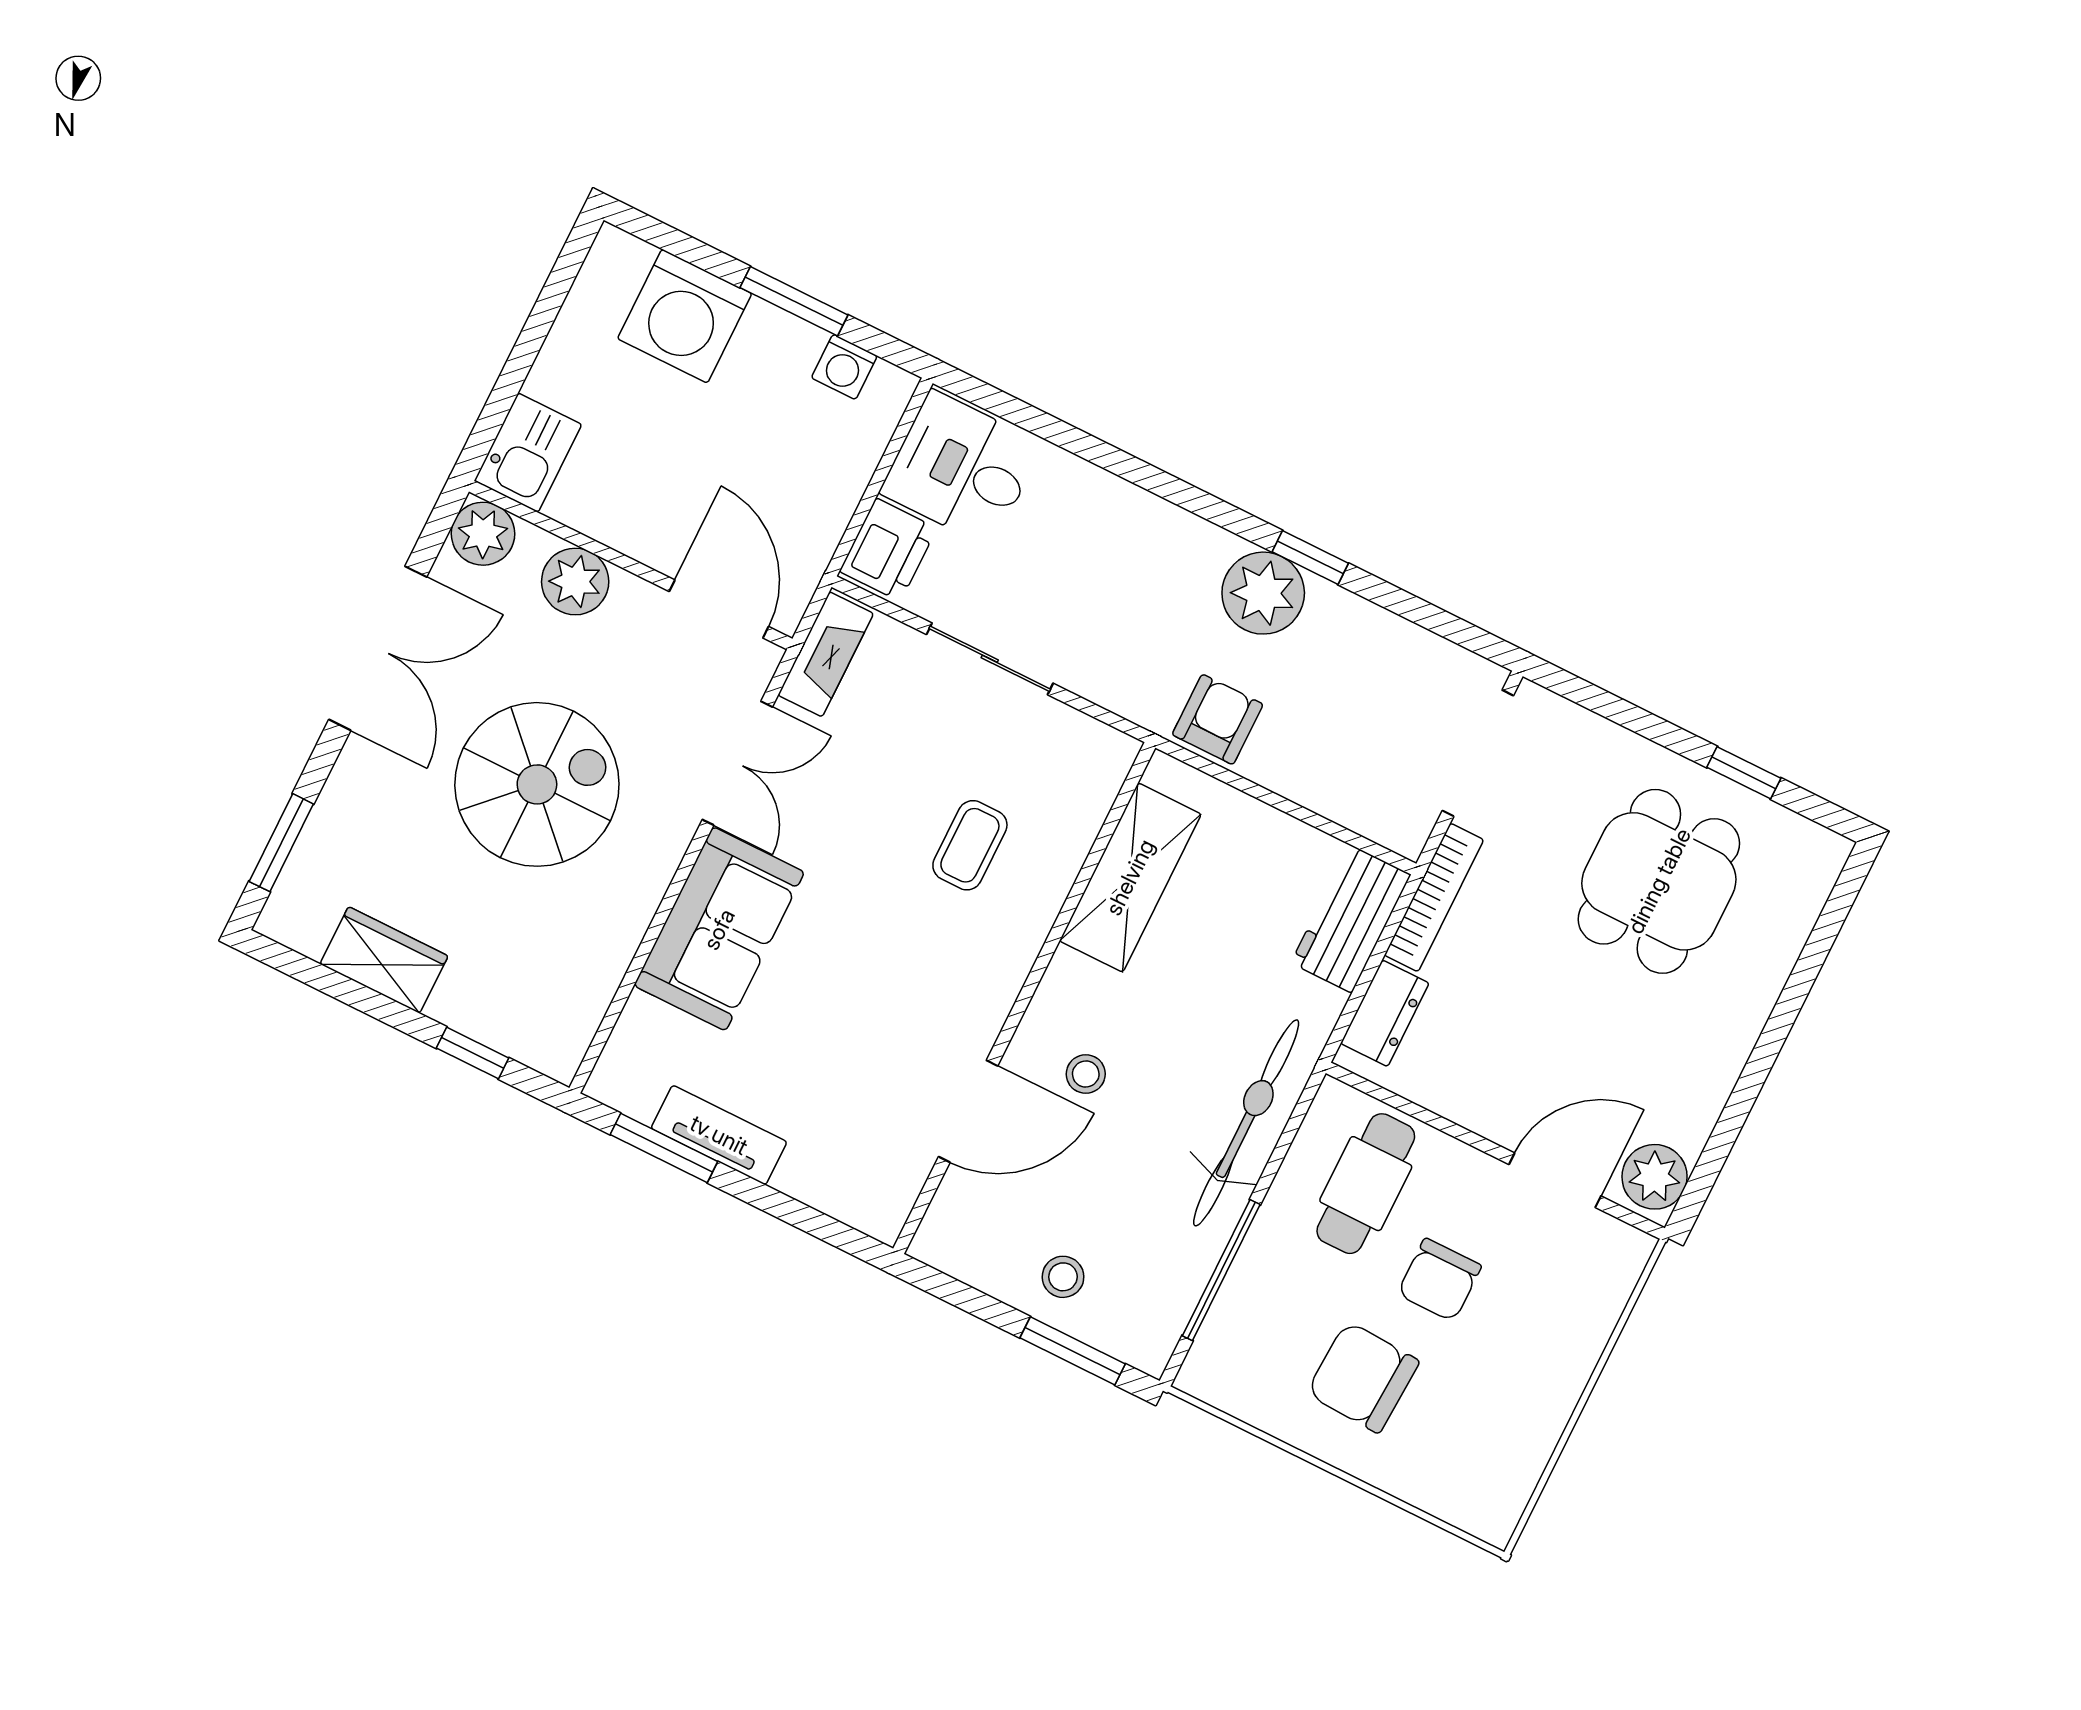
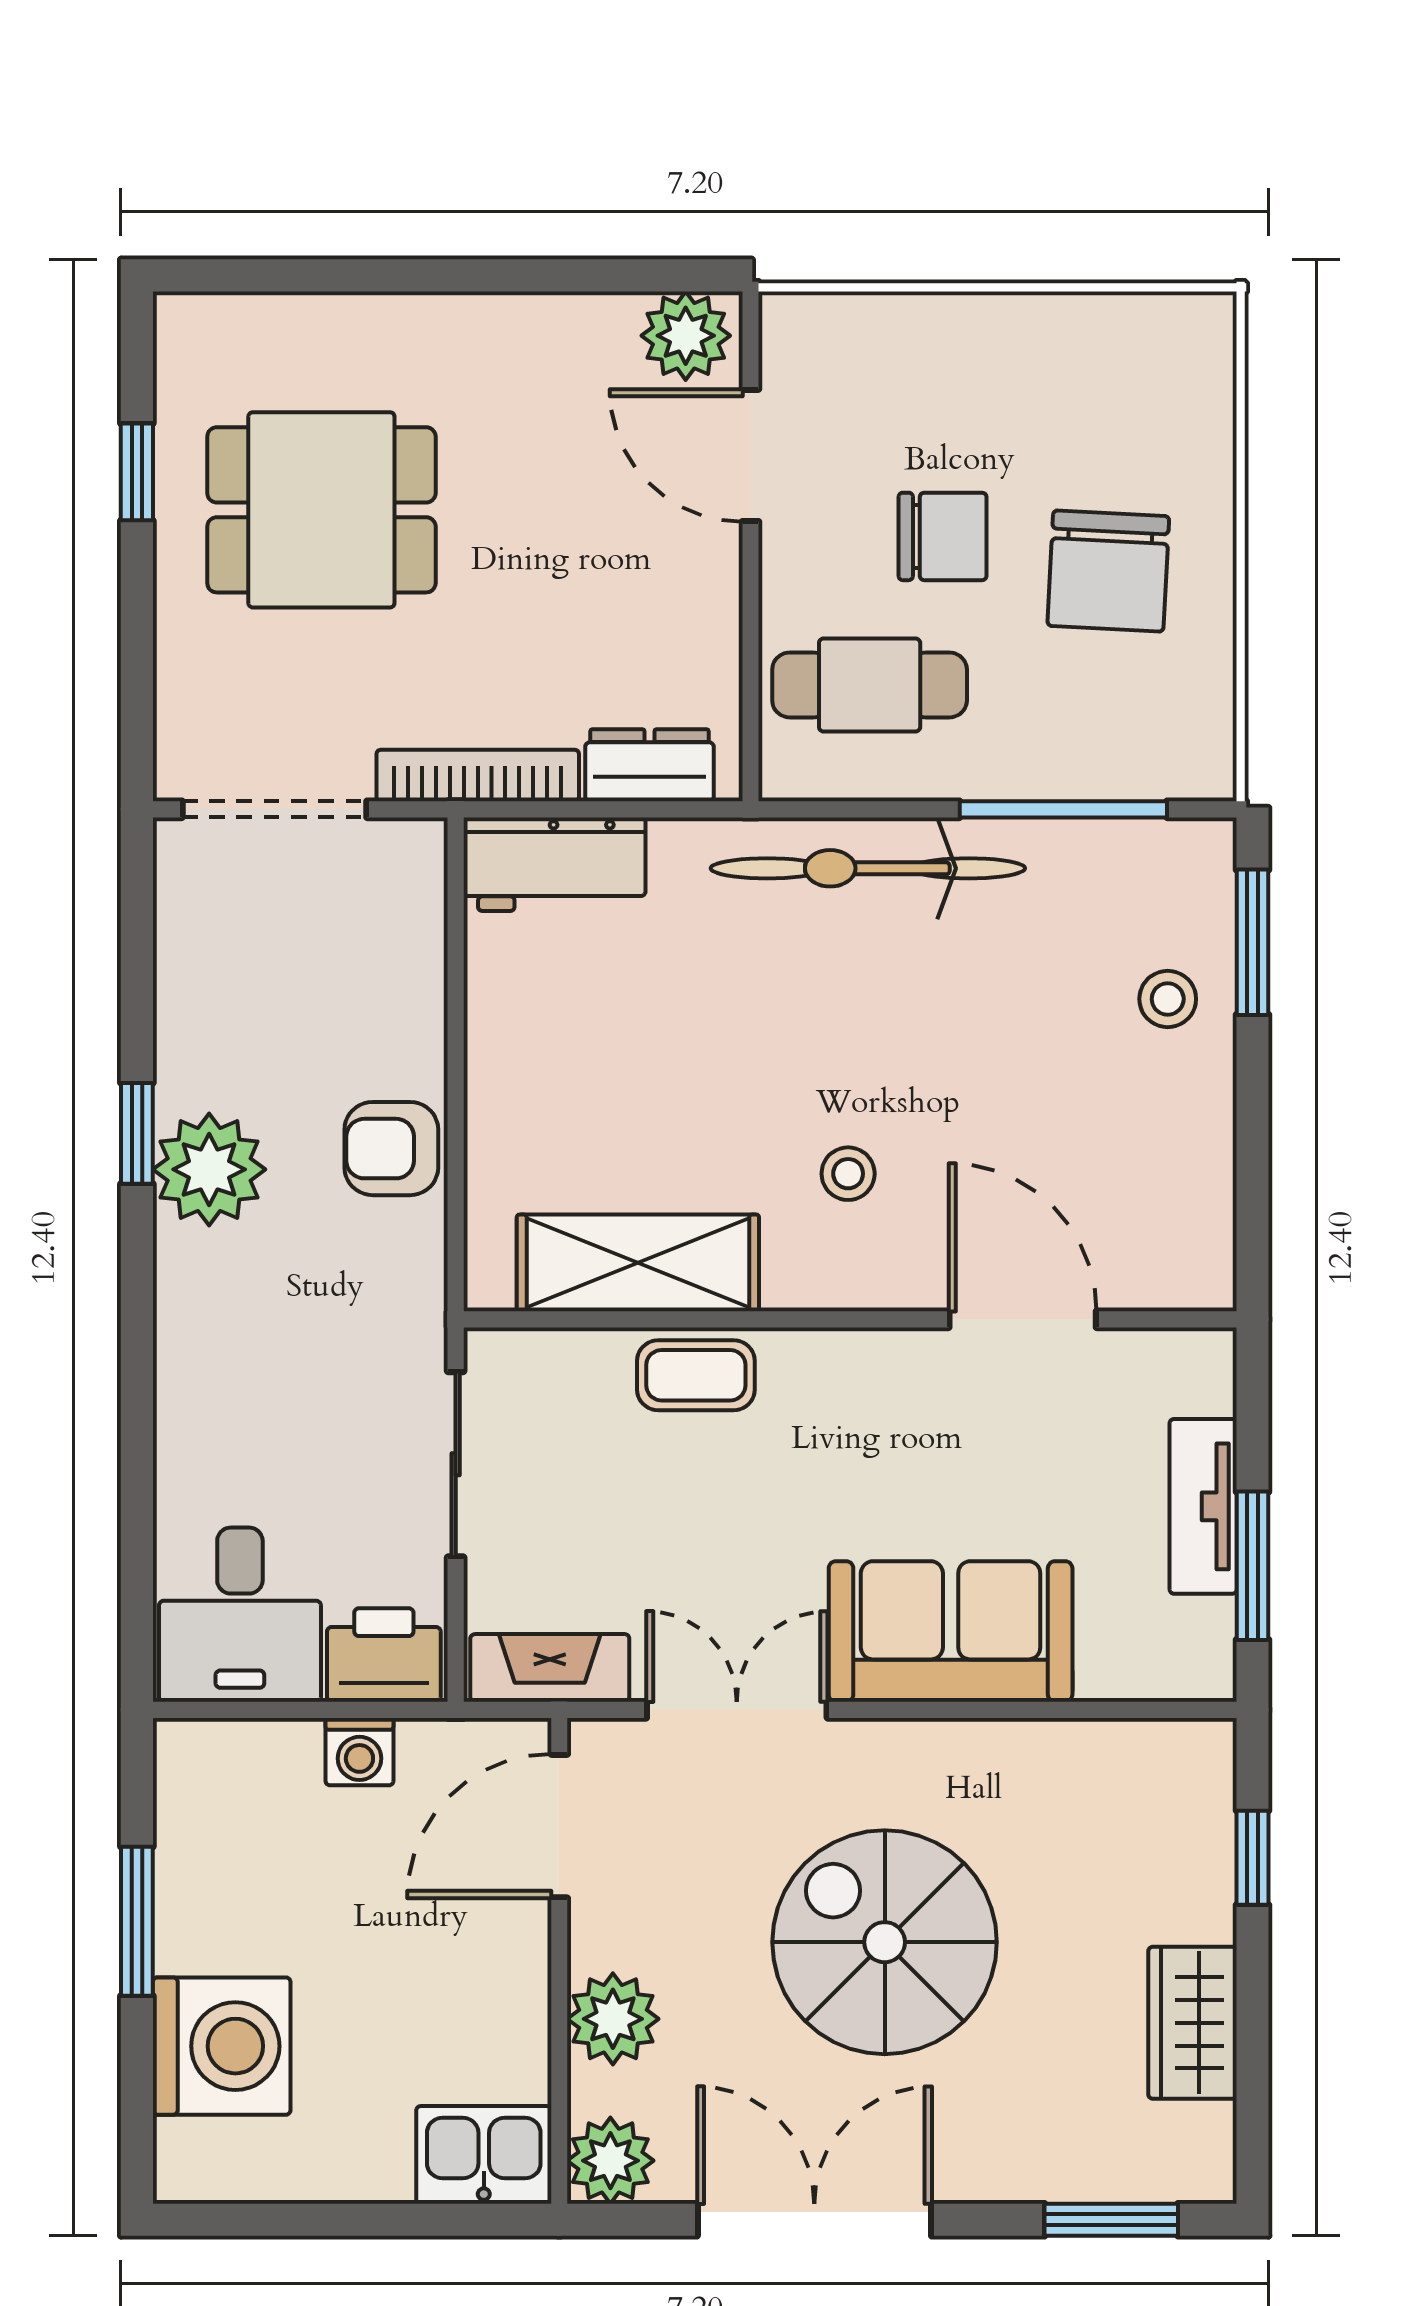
washing machine: (844, 367) -> (359, 1752), moved, turned 90
shelving: (1130, 877) -> (638, 1263), moved
wall: (1024, 998) -> (850, 1319), moved
stool: (1086, 1074) -> (848, 1174), moved
door: (968, 1111) -> (1023, 1319), moved

